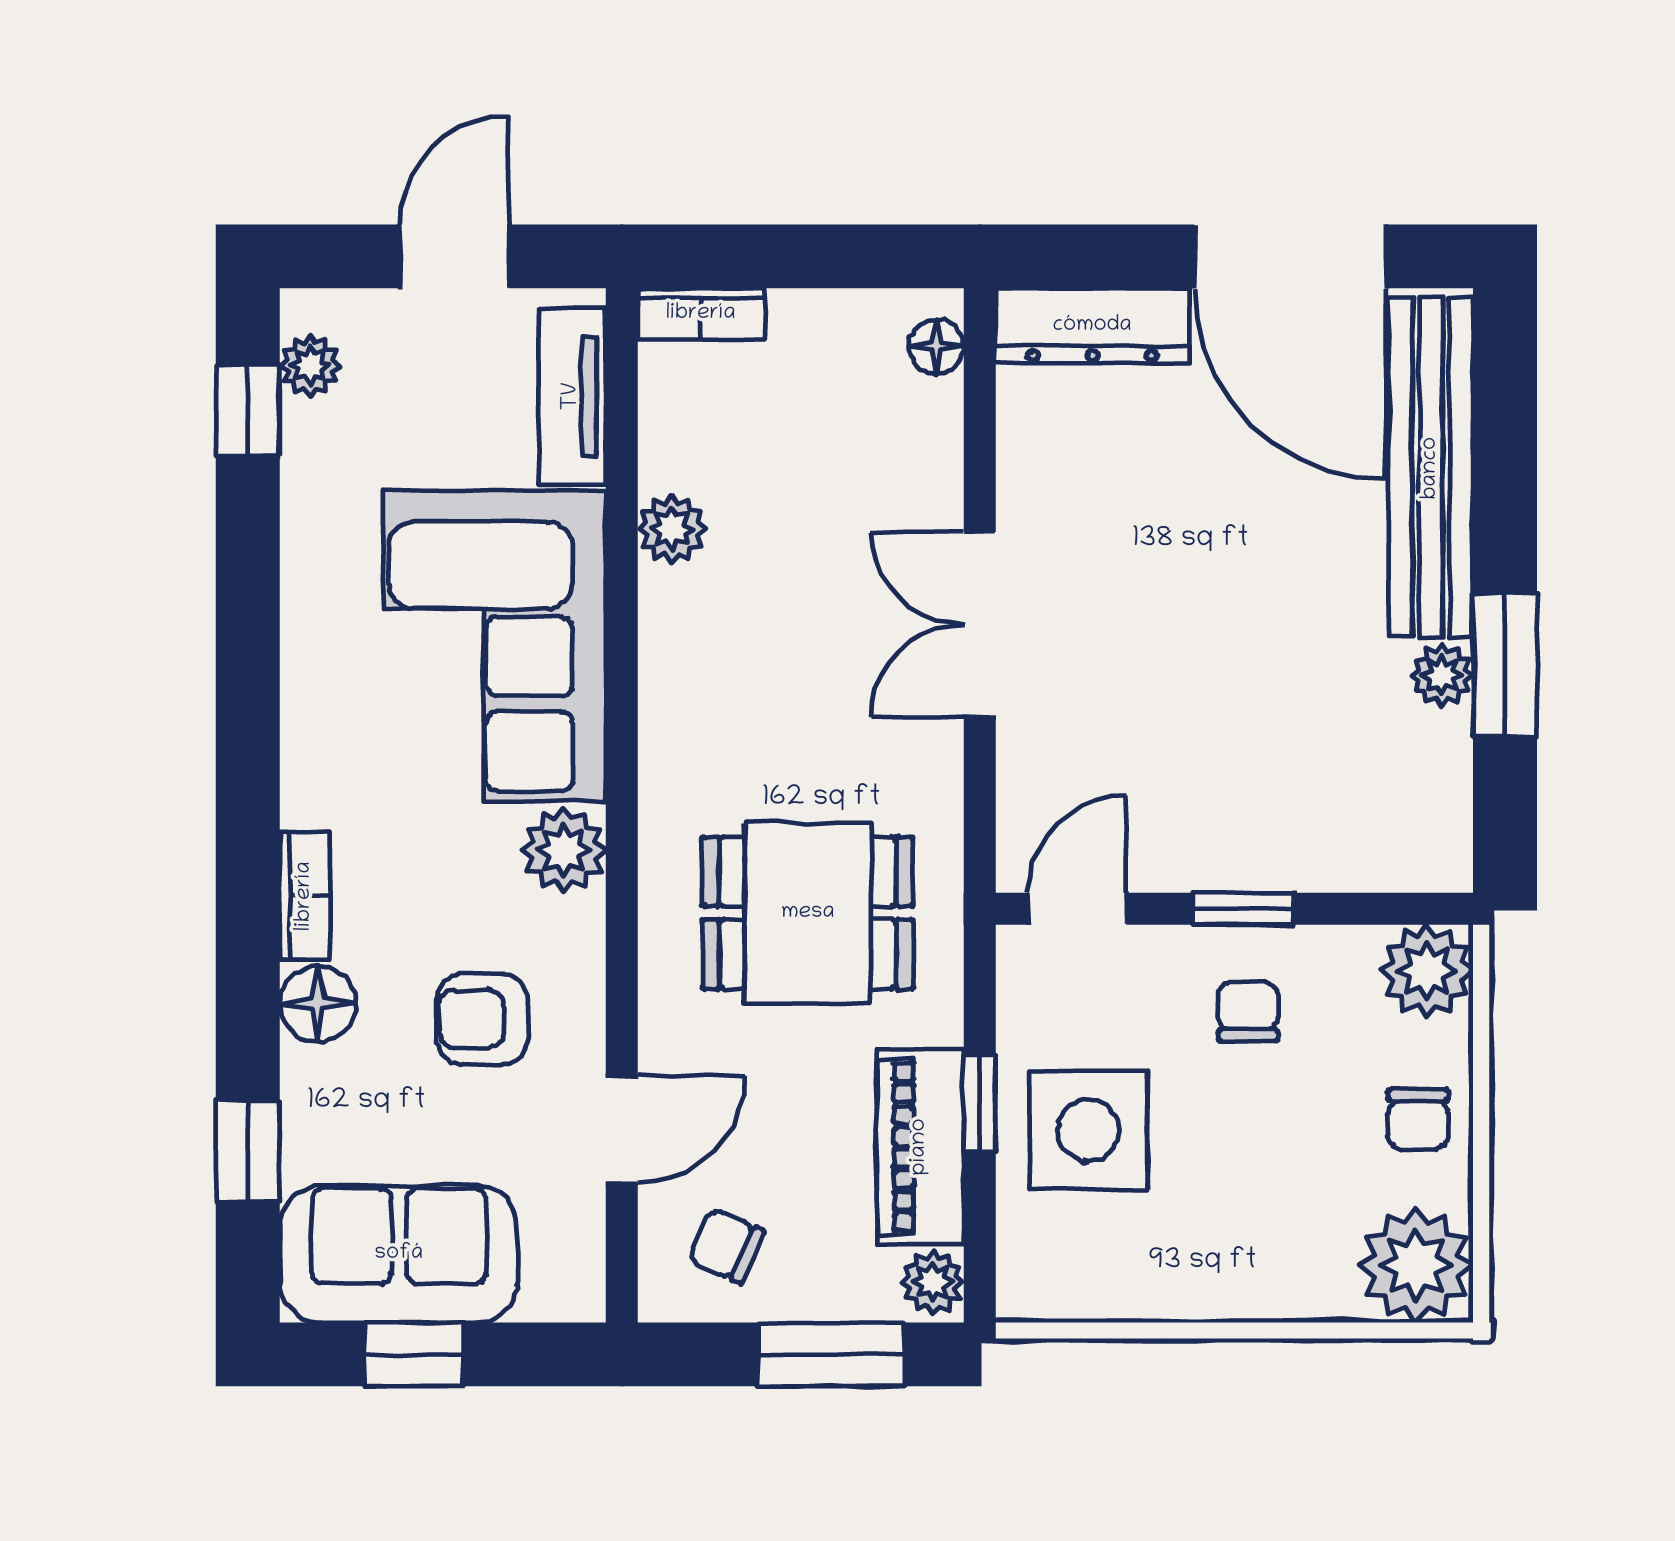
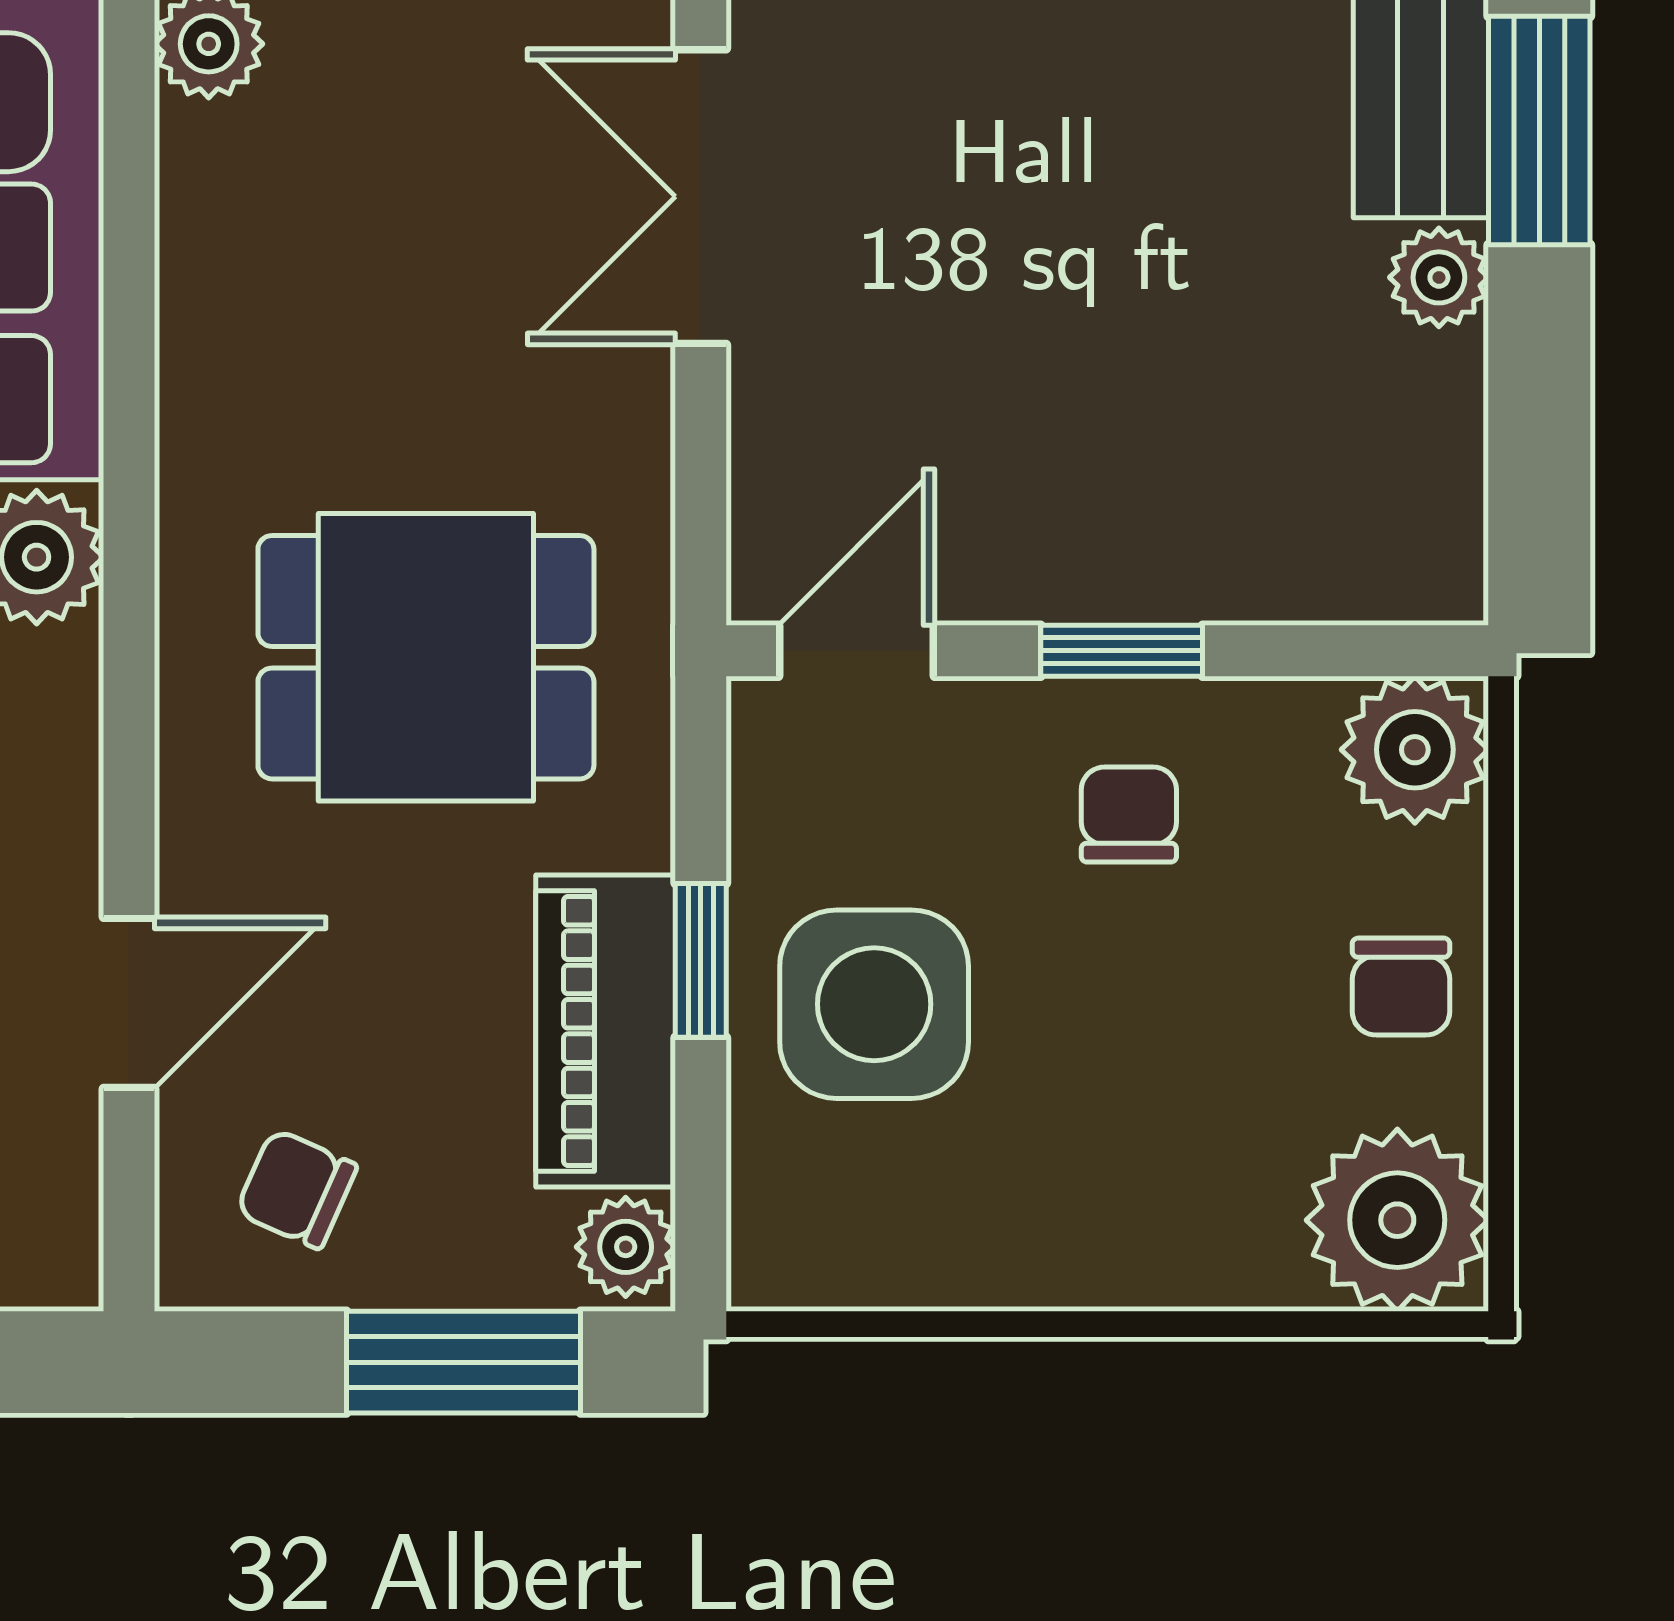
window: (1505, 665) -> (1539, 130), moved

